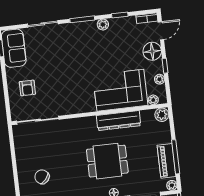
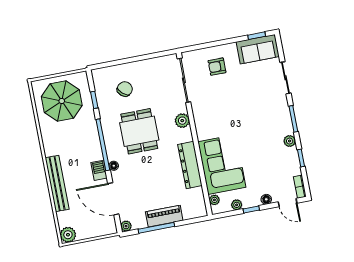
floor lamp: (152, 51) -> (266, 199), width x0.53, depth x0.53
plant: (162, 115) -> (182, 121), moved
dining table: (107, 161) -> (139, 131), moved
piano: (167, 161) -> (164, 216), moved

